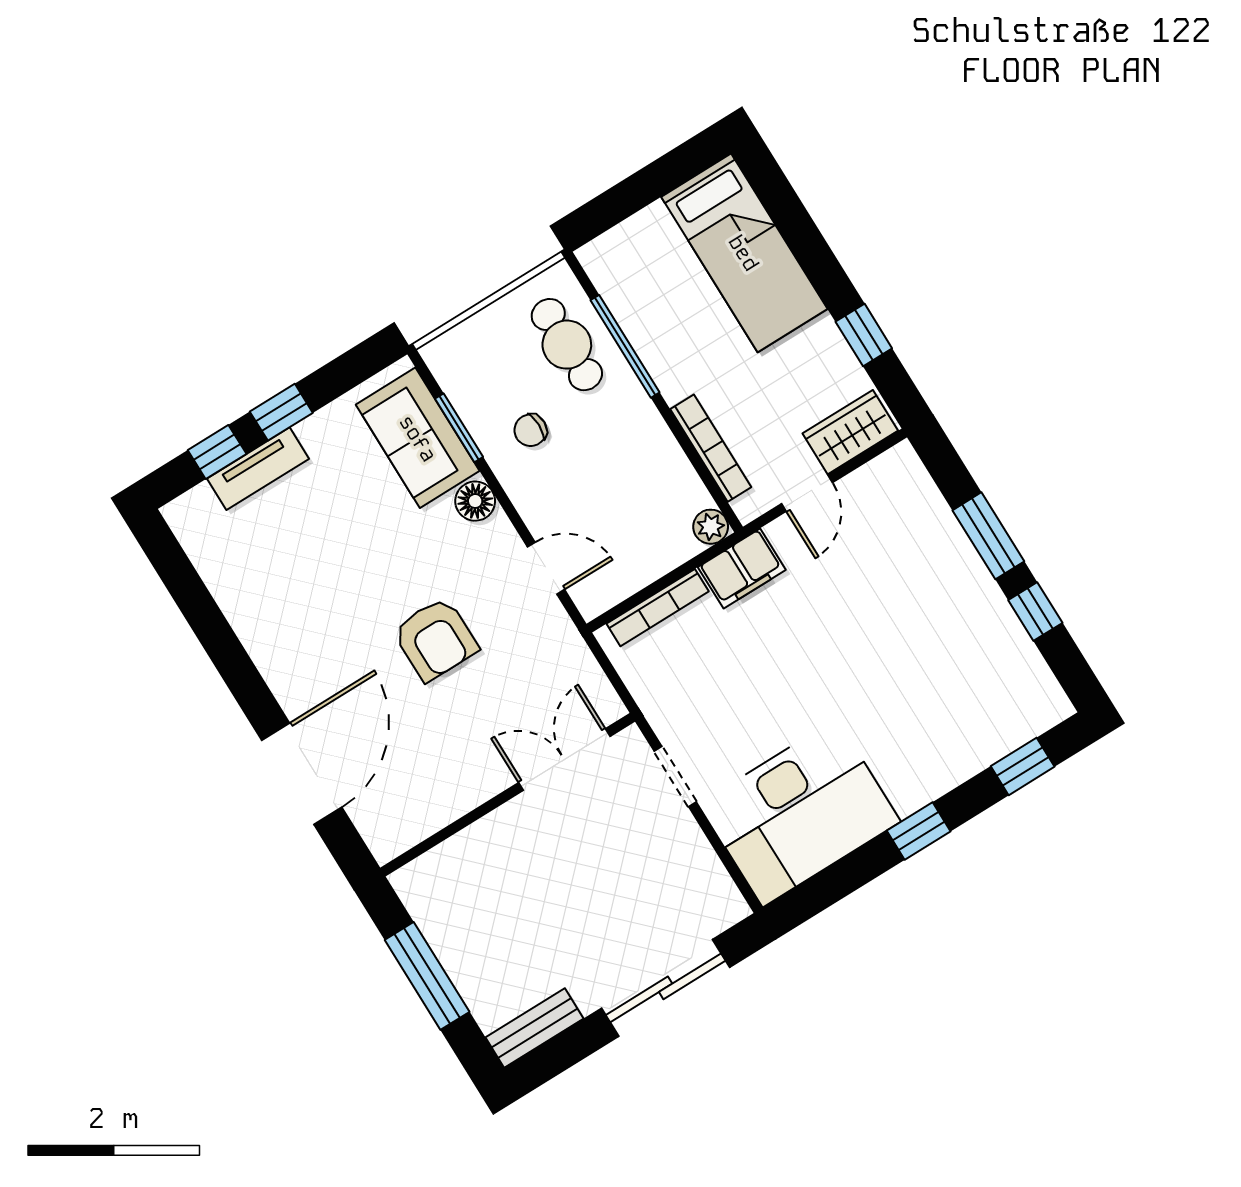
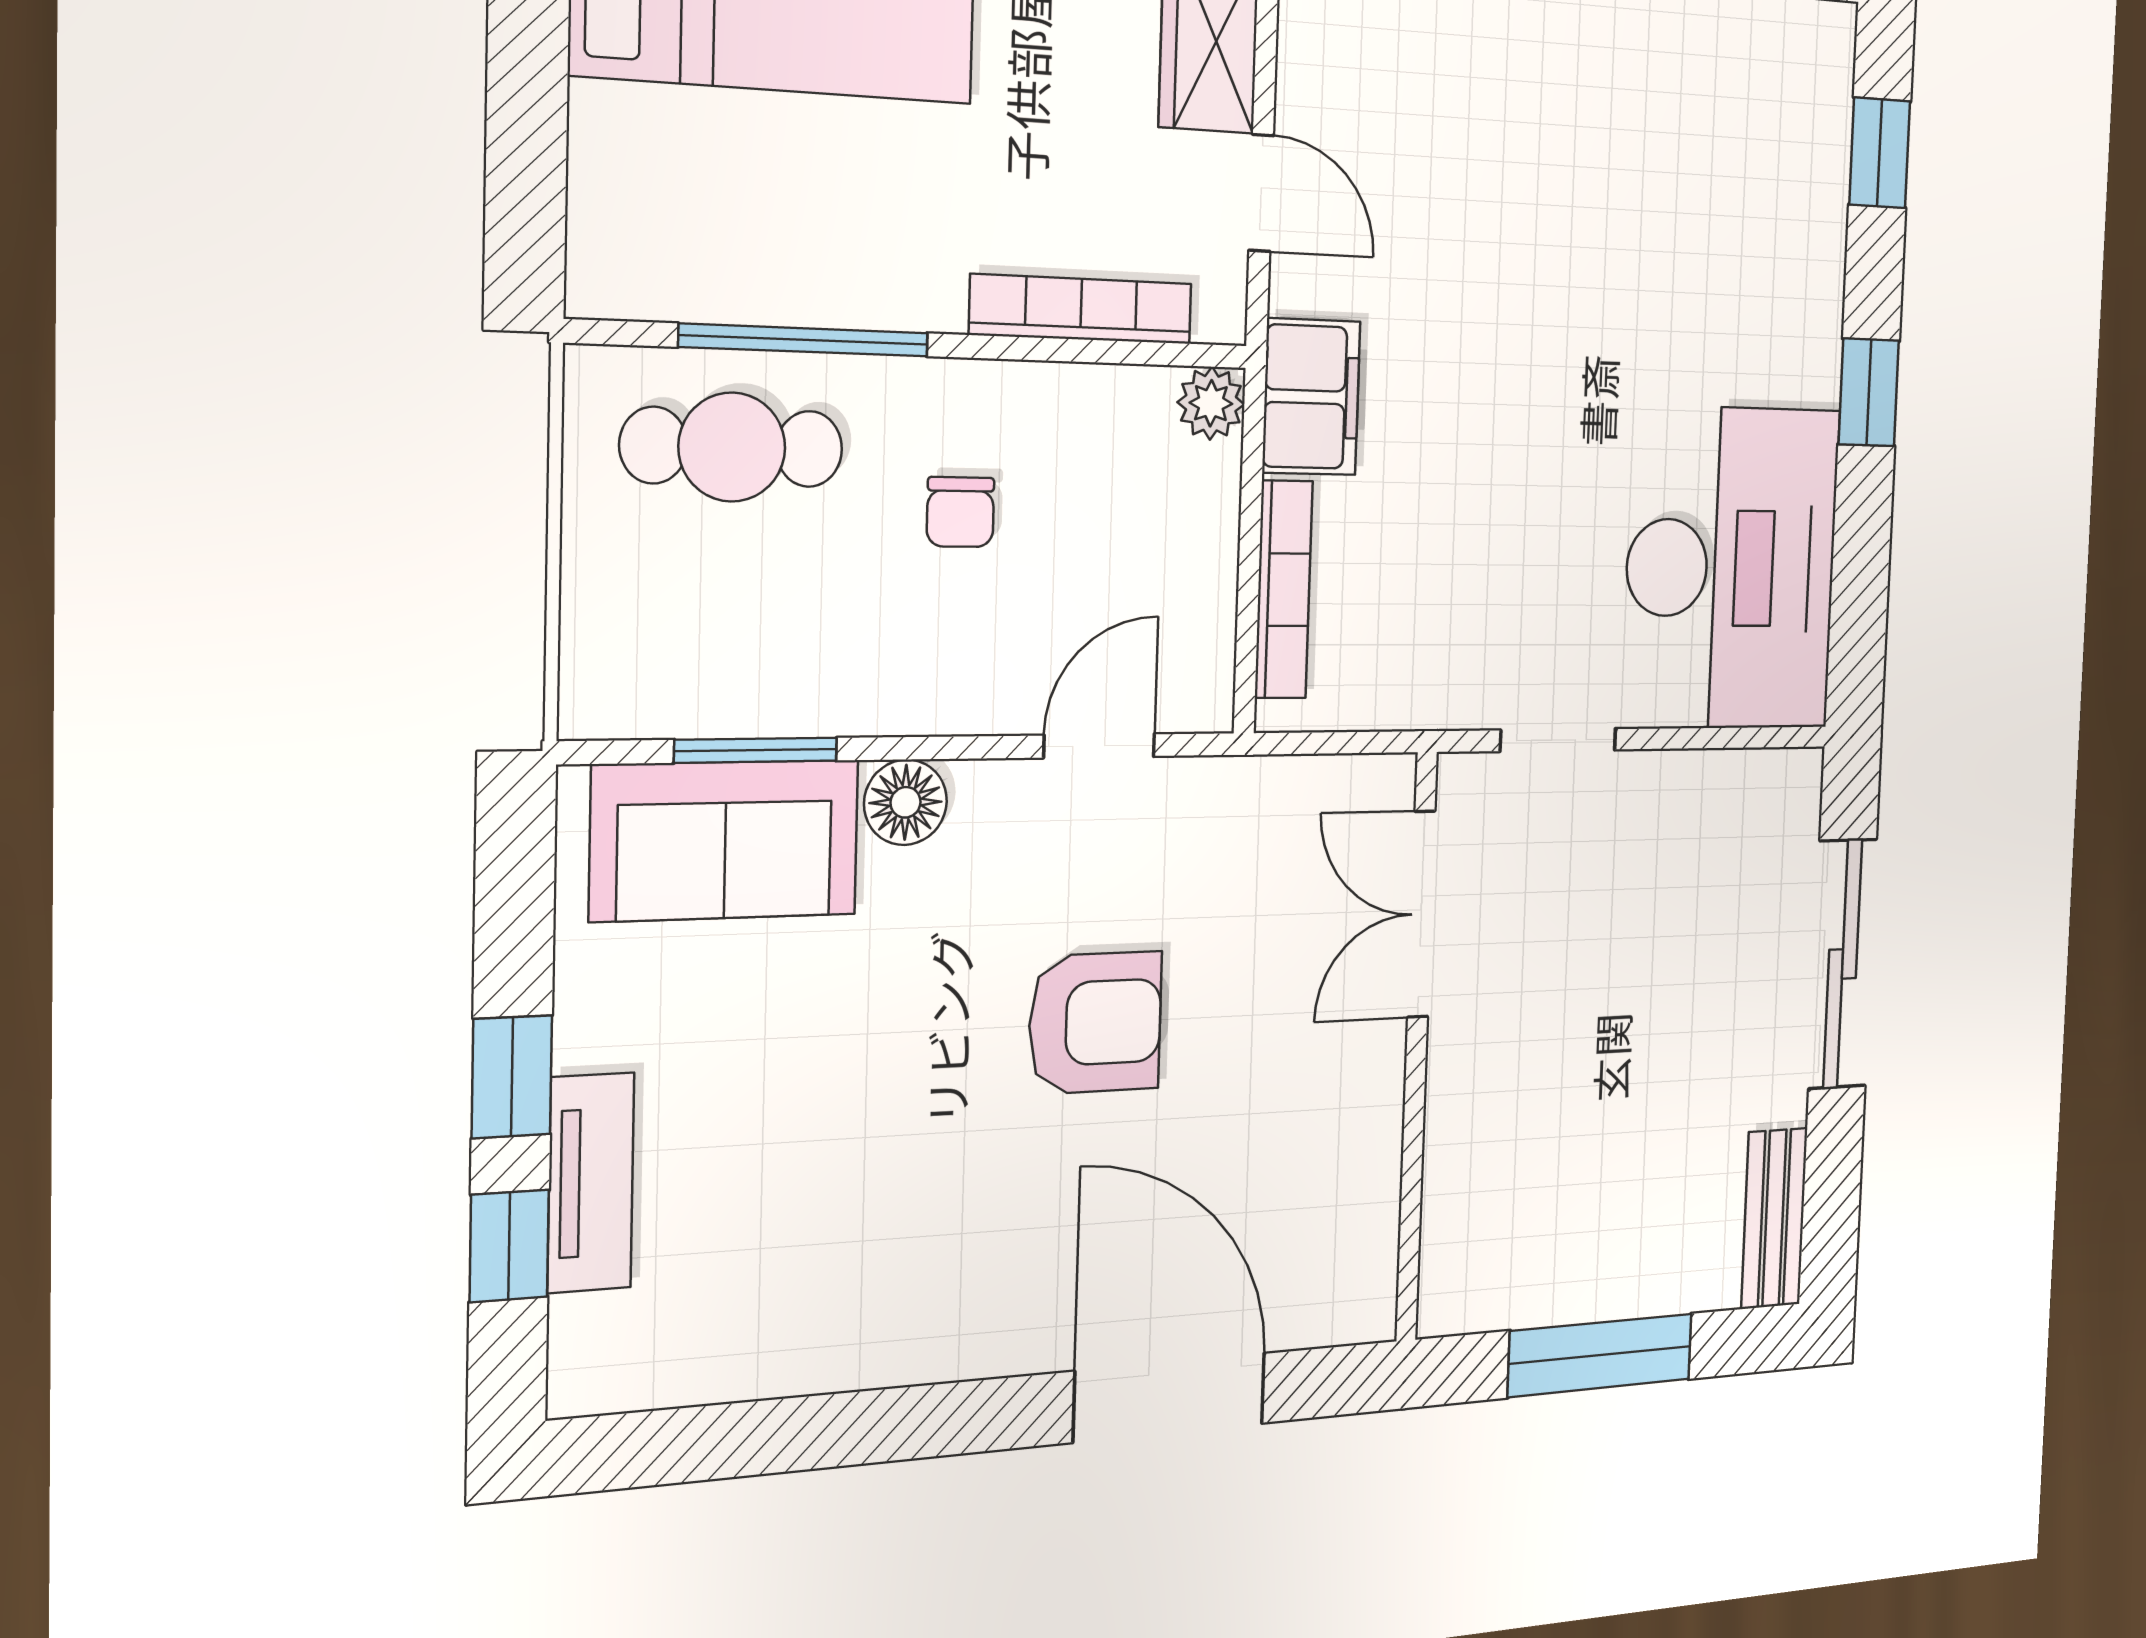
chair: (531, 430) -> (960, 512), moved

